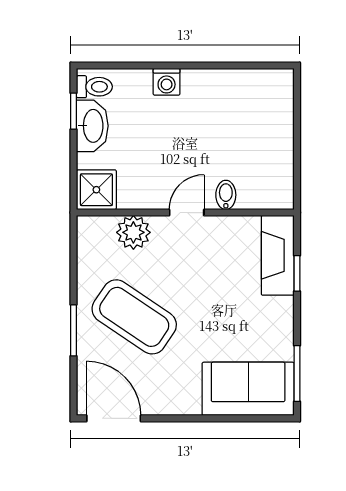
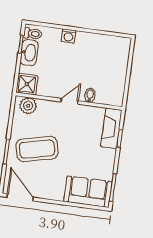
plant: (133, 232) -> (28, 106), moved
coffee table: (134, 317) -> (37, 149), turned -47

